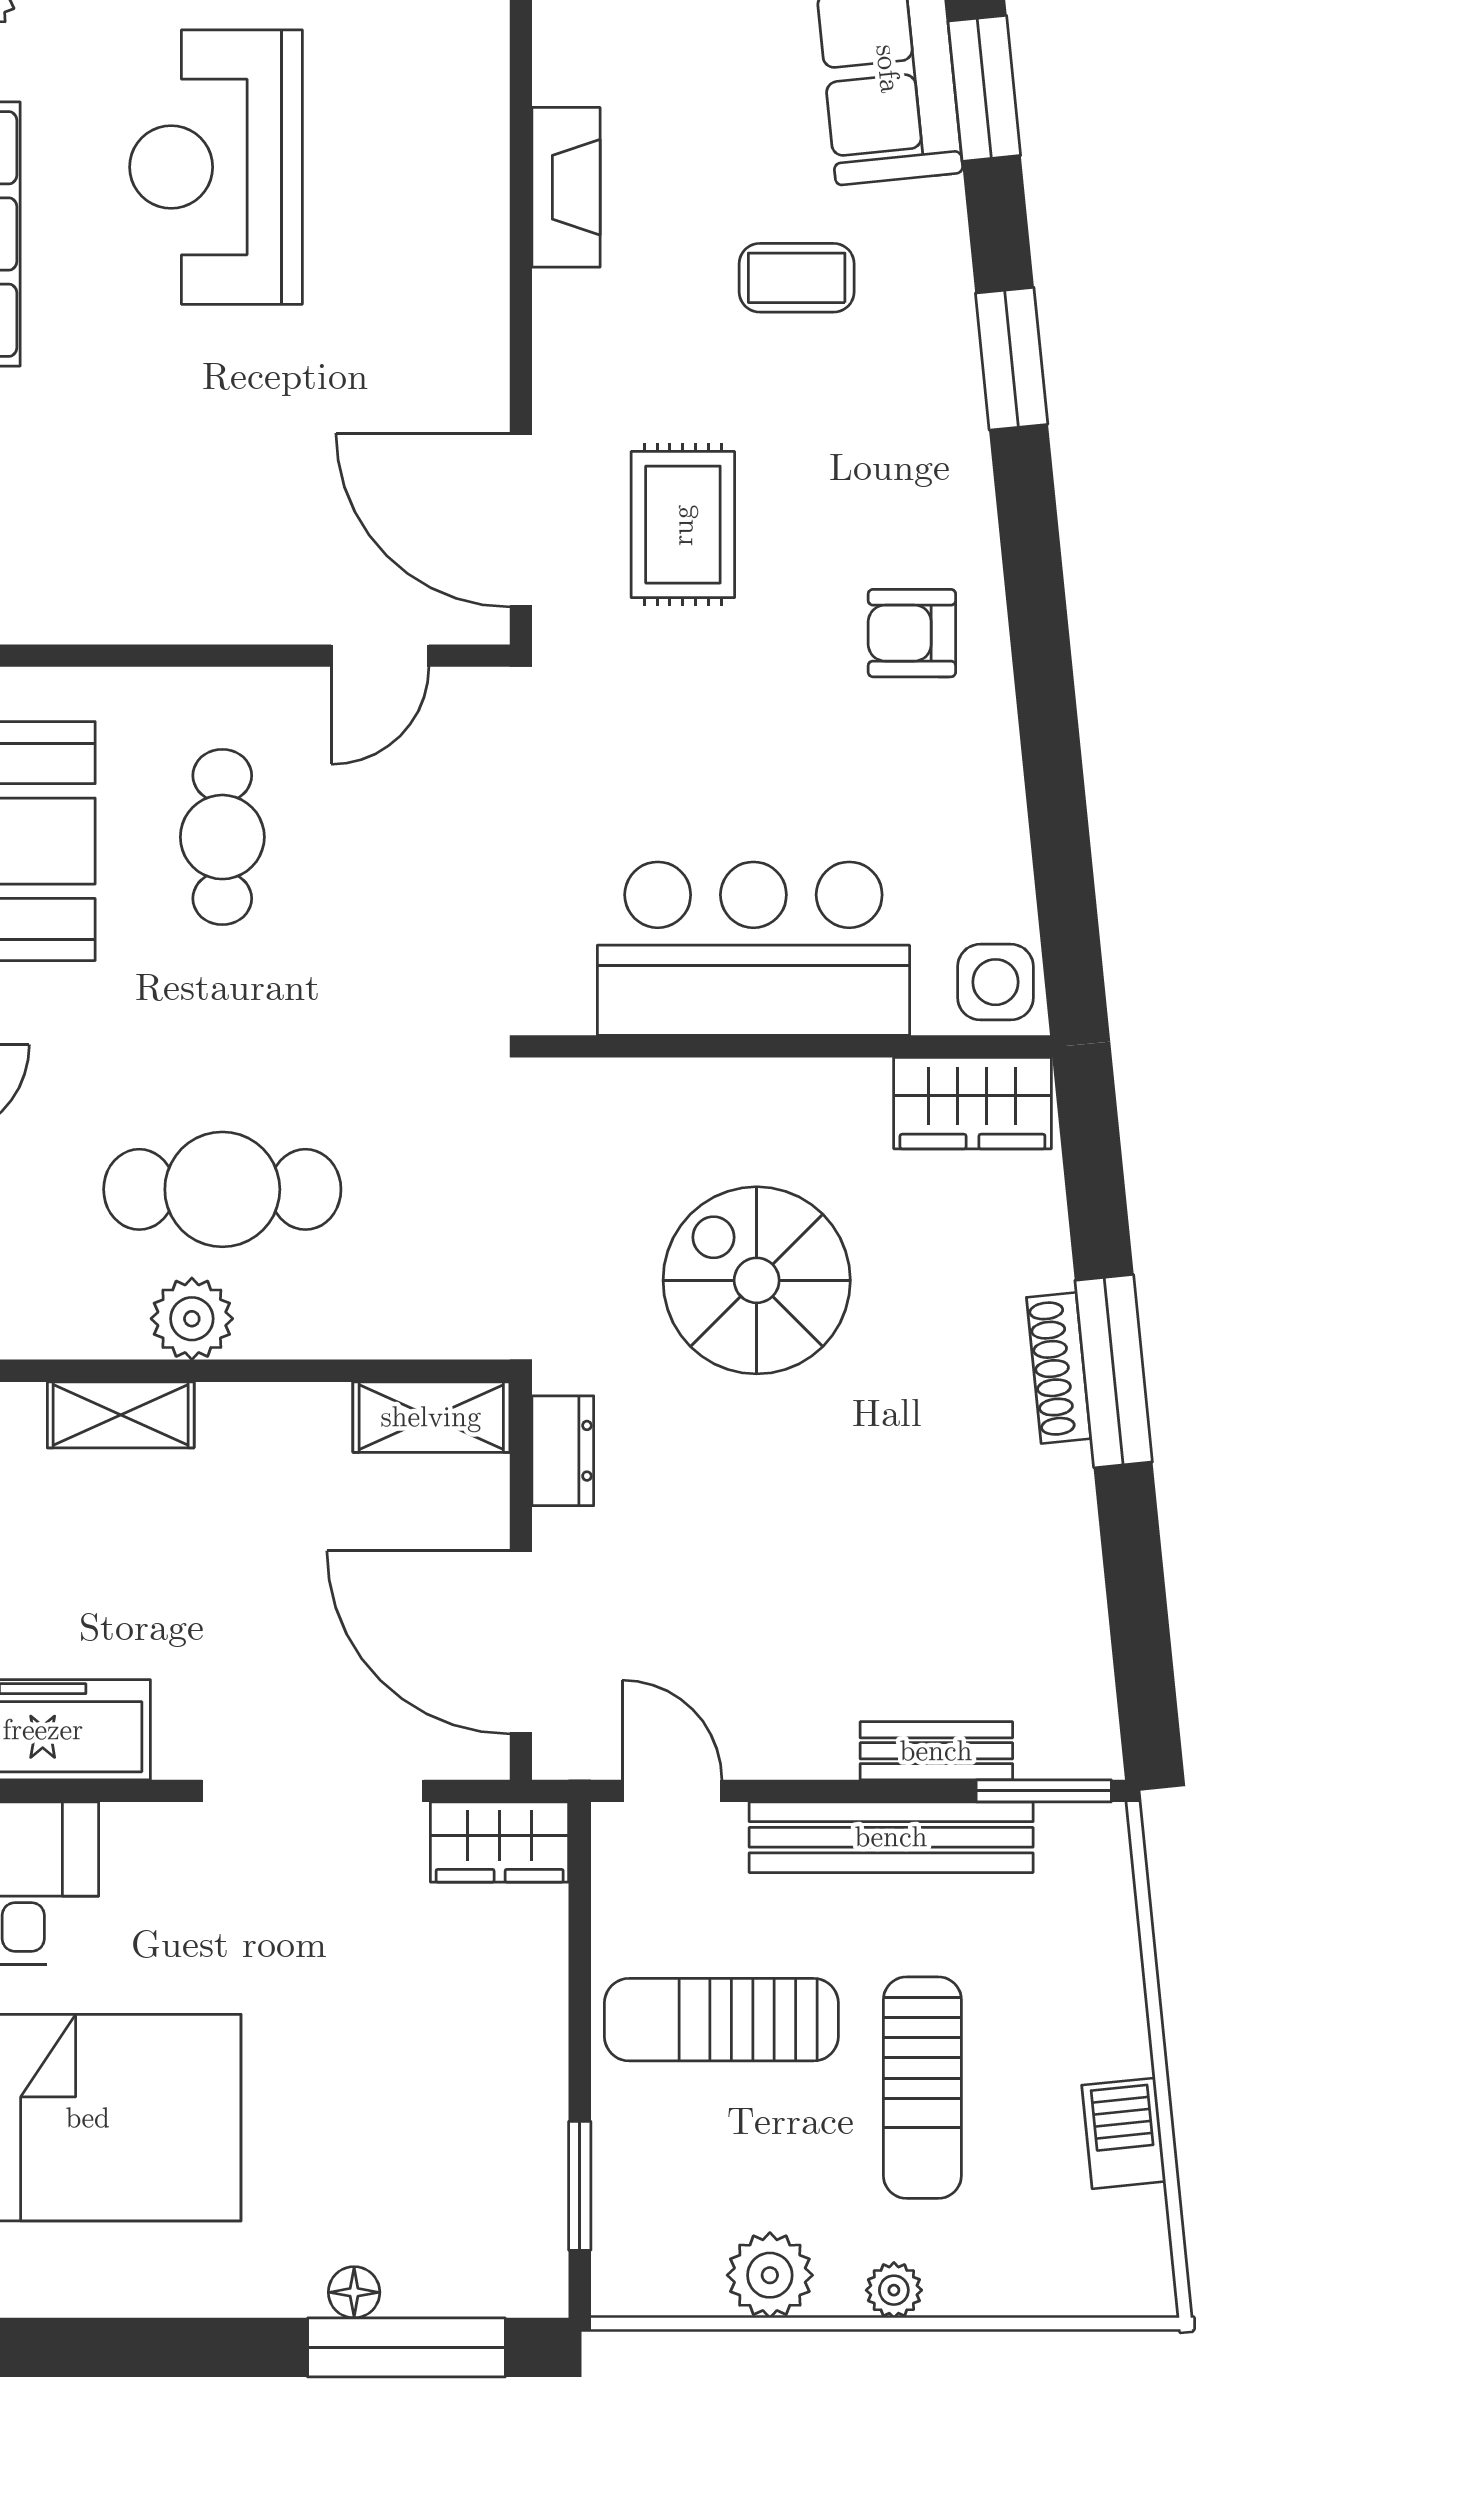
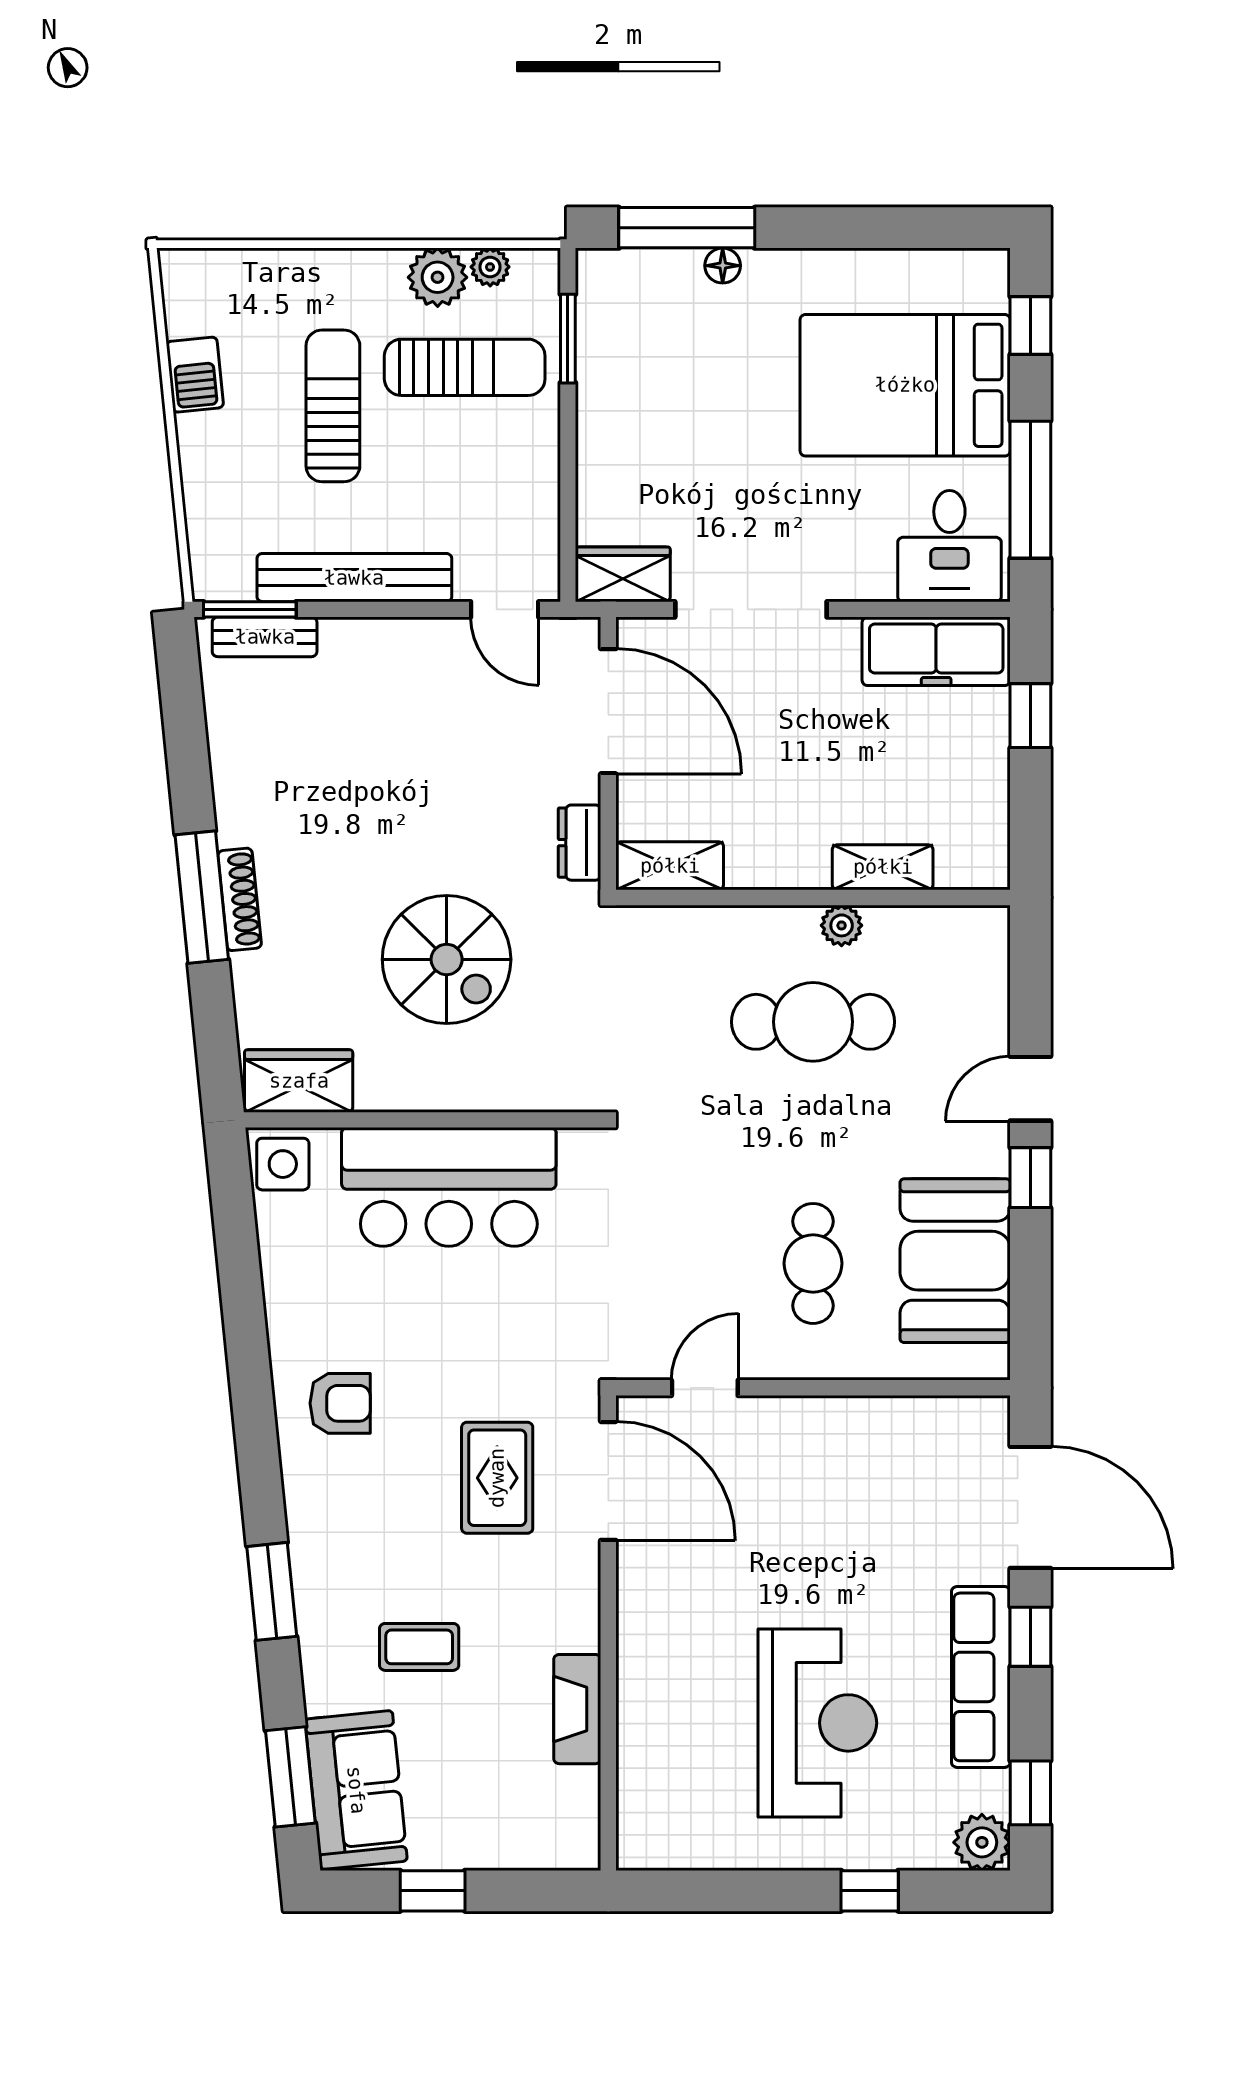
plant: (192, 1319) -> (842, 925), width x0.73, depth x0.73
bench: (936, 1751) -> (265, 637), moved
sun lounger: (721, 2020) -> (465, 367), moved
plant: (894, 2290) -> (490, 267), moved

